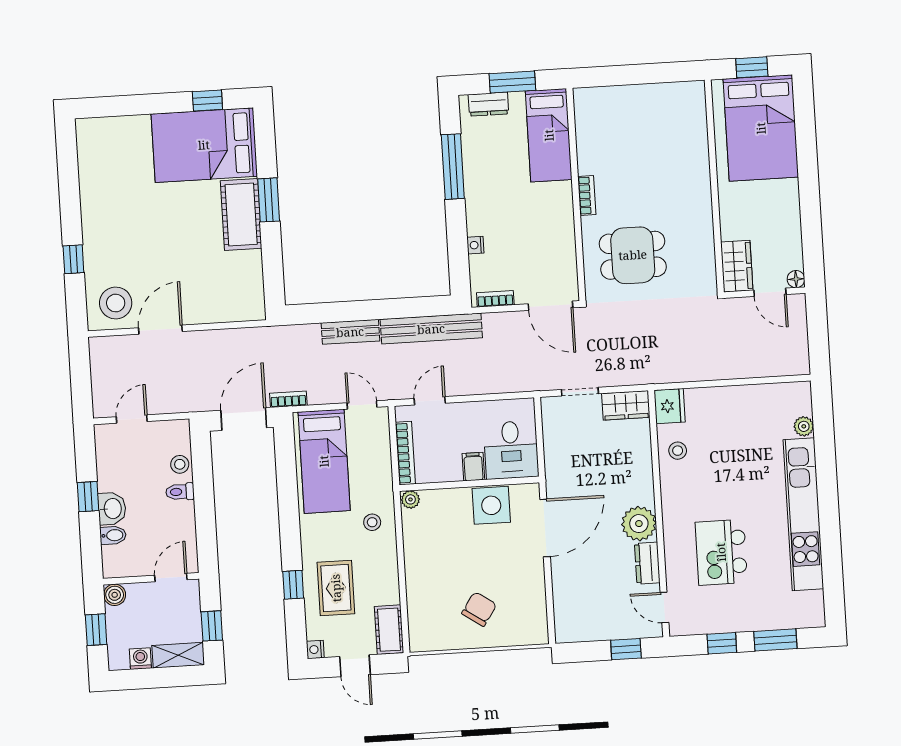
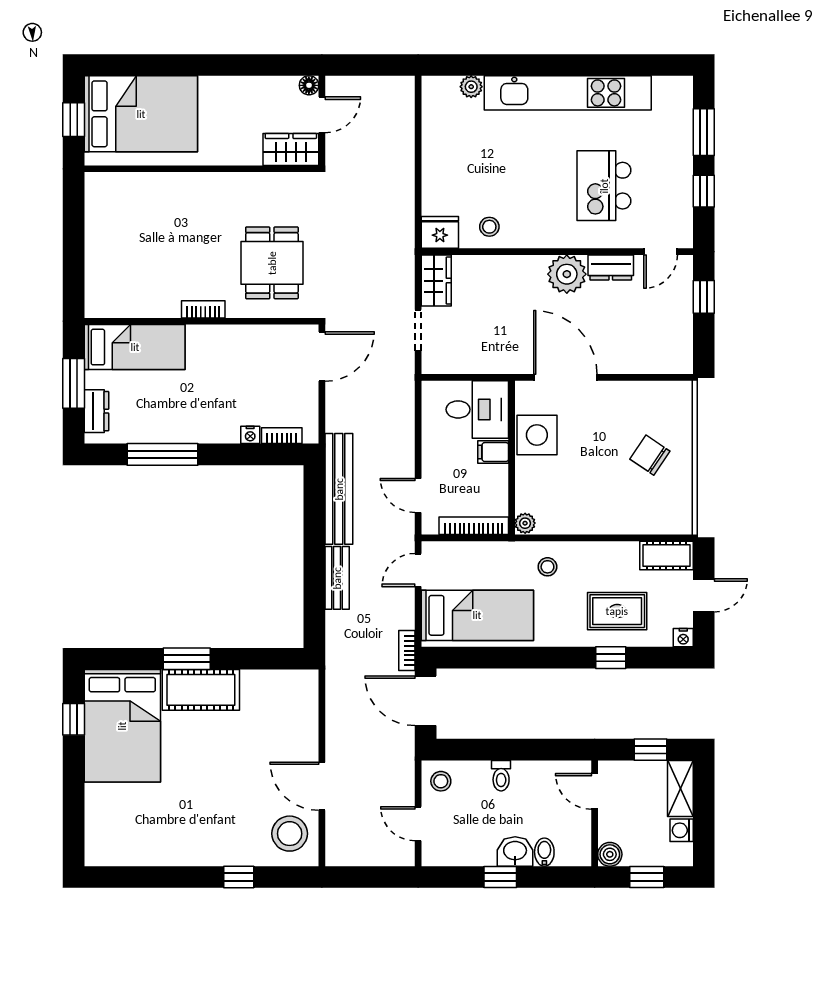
bookcase: (495, 299) -> (282, 436), moved, turned 90
stool: (180, 464) -> (441, 781), moved
kitchen island: (721, 552) -> (604, 186), turned 90

